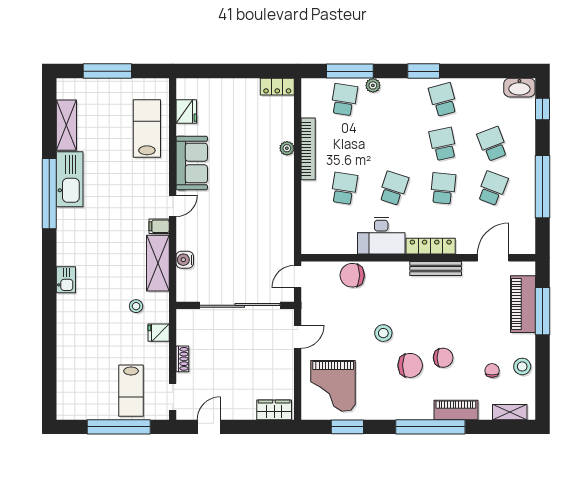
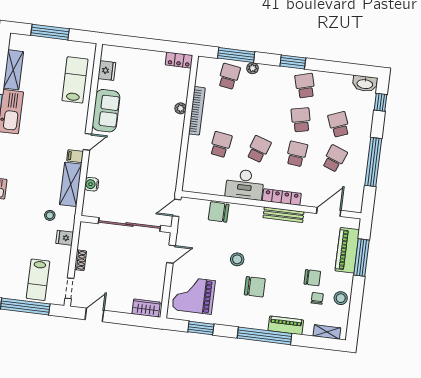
chair: (443, 358) -> (312, 278), moved
grand piano: (333, 386) -> (194, 295), turned 90

